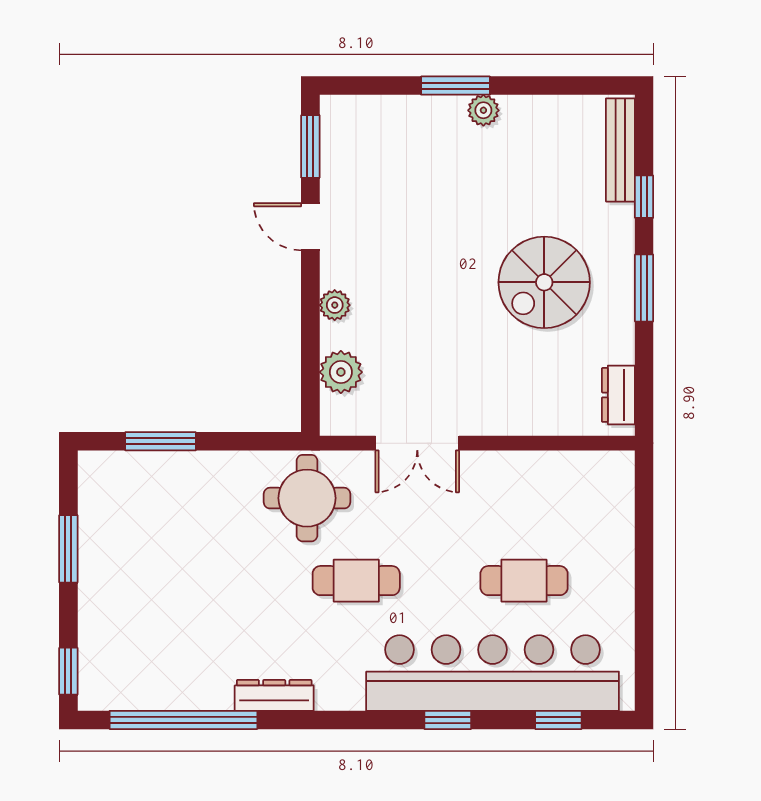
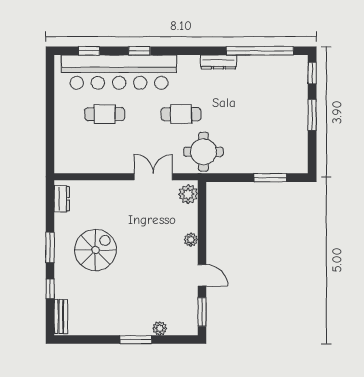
plant: (483, 110) -> (160, 328), moved
bench: (620, 150) -> (61, 317), width x0.73
plant: (341, 372) -> (188, 194), moved
window: (68, 549) -> (312, 115), moved

